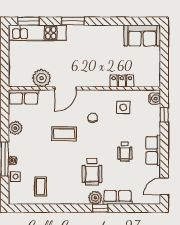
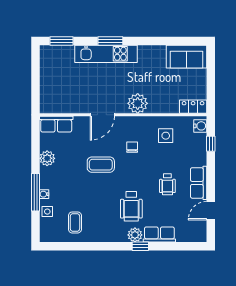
kitchen unit: (38, 33) -> (106, 54), moved
plant: (42, 78) -> (138, 103), moved
locker: (122, 81) -> (193, 107), moved
door: (164, 186) -> (211, 211), moved

